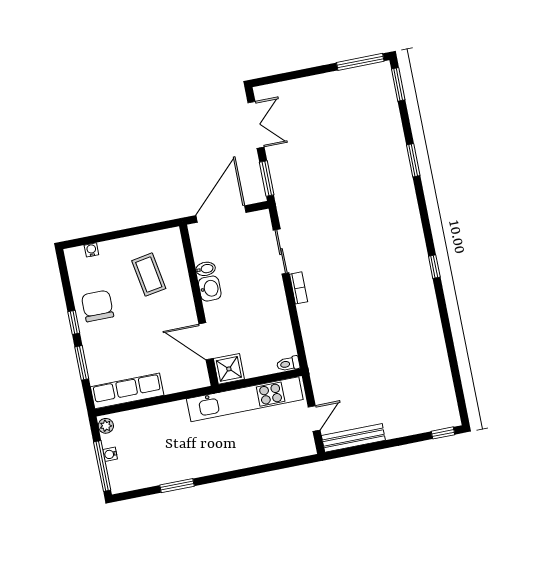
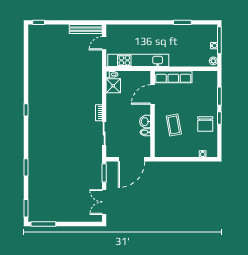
coffee table: (149, 275) -> (174, 125), moved
door: (206, 341) -> (152, 95), swing flipped
shower: (229, 369) -> (113, 86), moved
row of seats: (127, 391) -> (173, 77), moved

